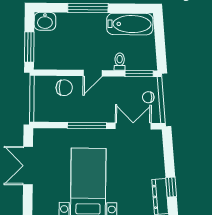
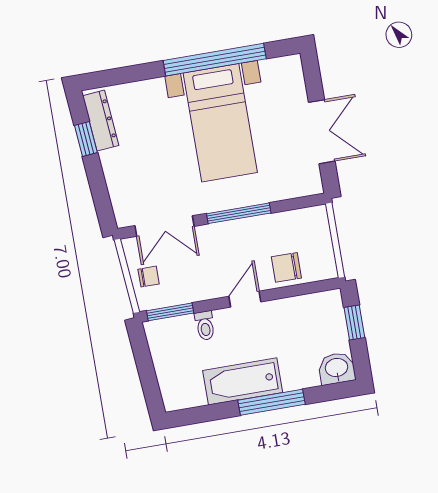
bathtub: (130, 24) -> (243, 381), moved
window: (29, 47) -> (354, 322), width x0.67

